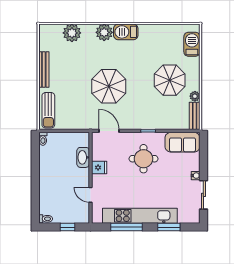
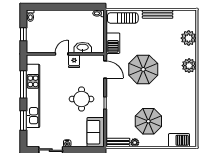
barbecue: (126, 32) -> (113, 43), moved, turned 180
door: (109, 131) -> (105, 70), hinge flipped
door: (91, 195) -> (62, 54), moved

